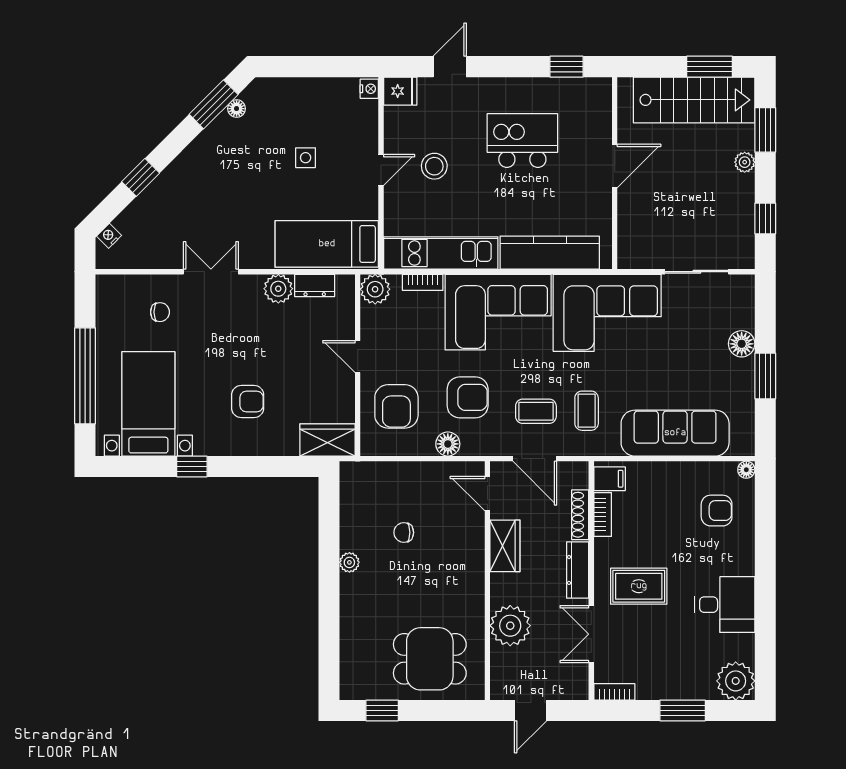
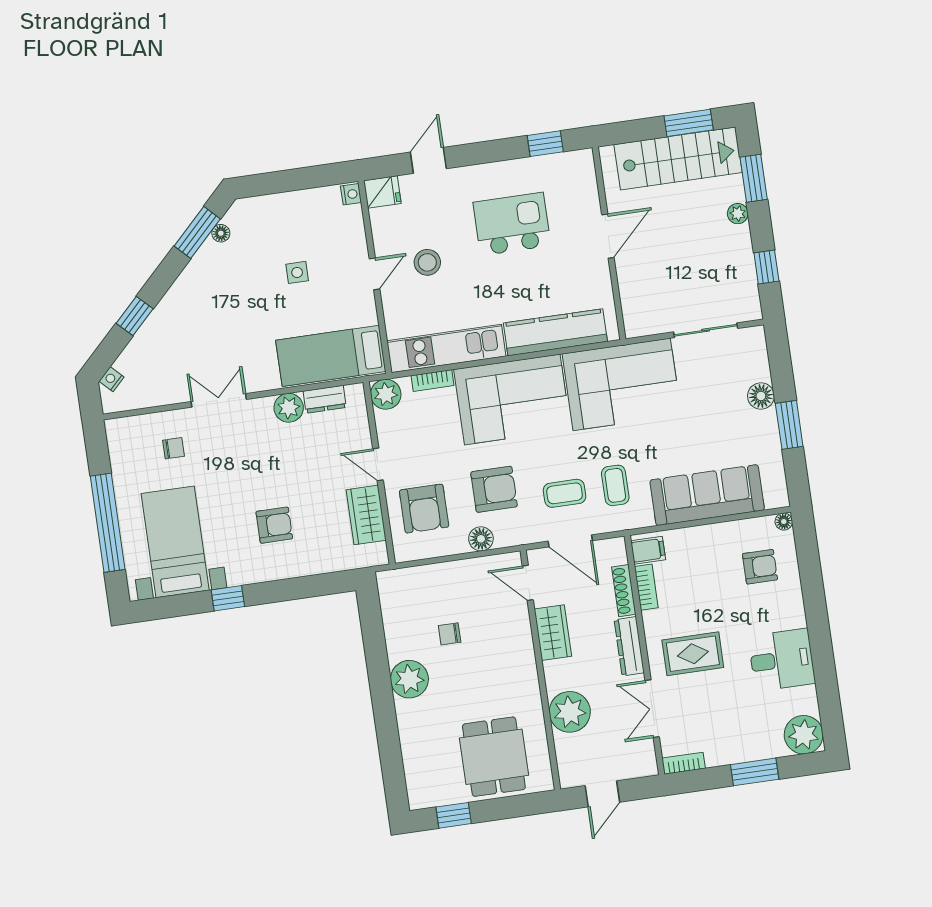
wardrobe: (327, 440) -> (366, 515), moved, turned -90
plant: (349, 562) -> (409, 679), width x1.88, depth x1.88
dining table: (430, 659) -> (494, 757), turned 90

